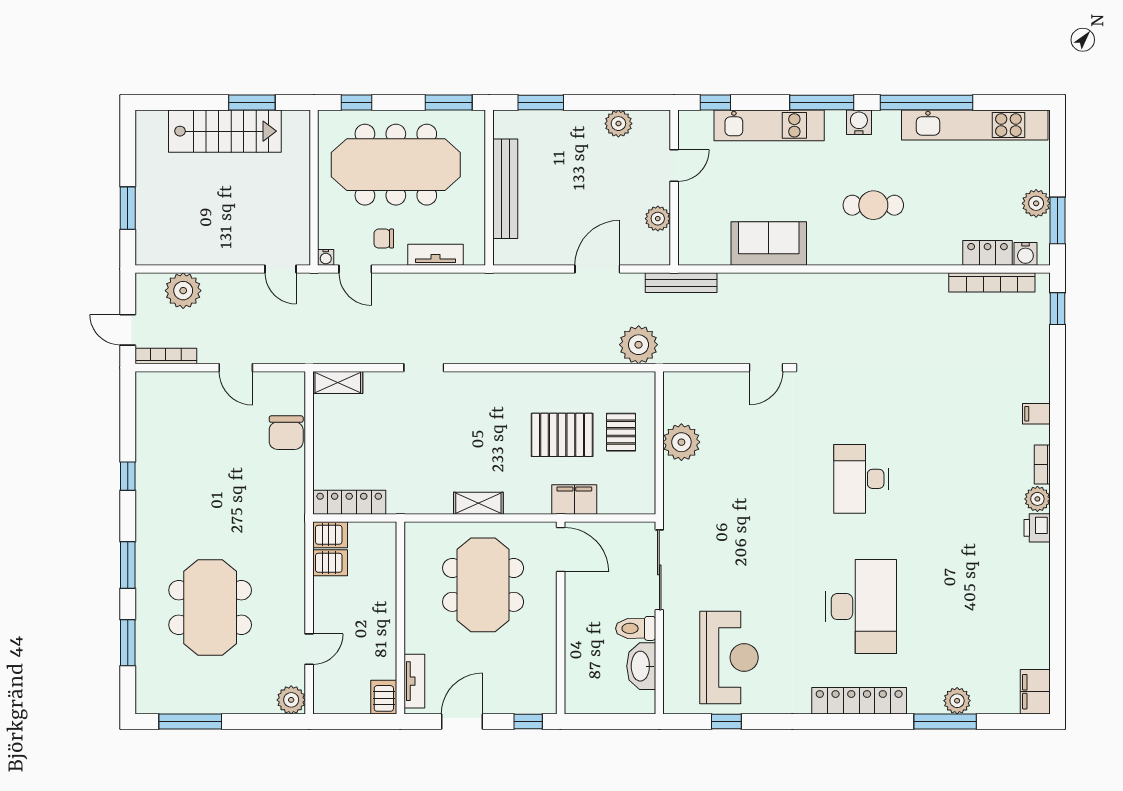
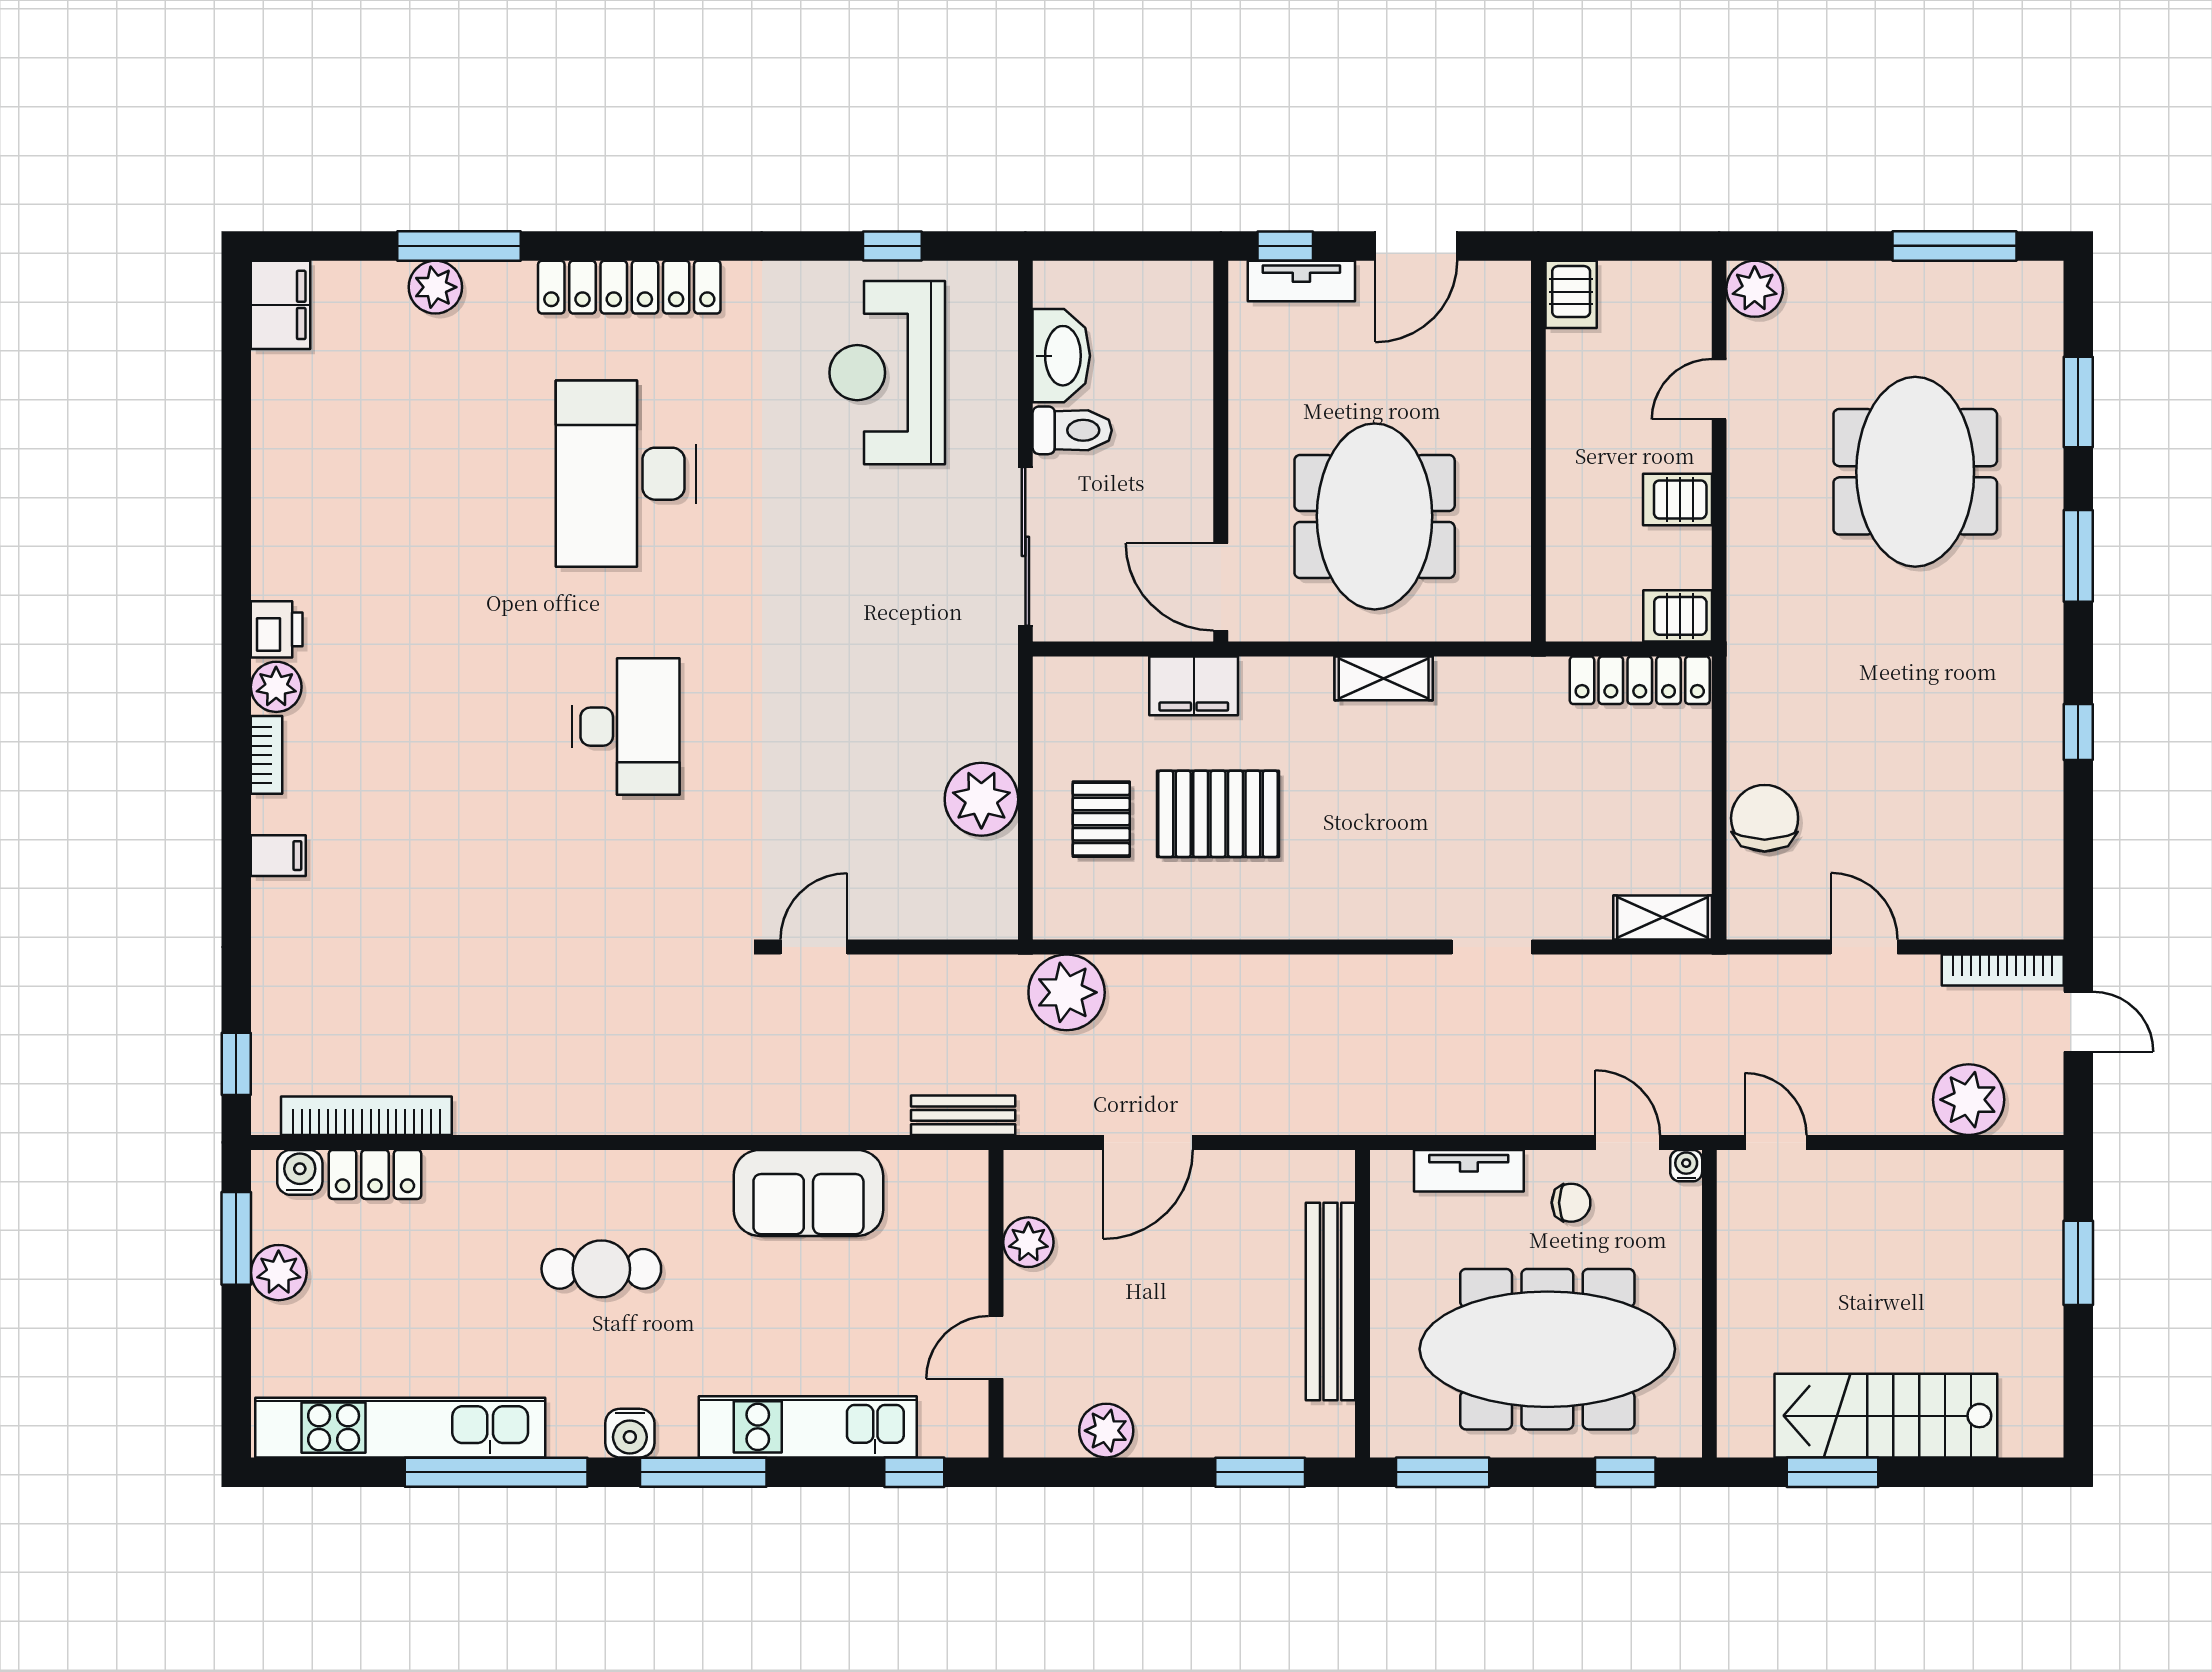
bench: (681, 283) -> (963, 1115), width x0.73
server rack: (330, 563) -> (1677, 499), moved
tv unit: (414, 681) -> (1301, 281), moved, turned -90

